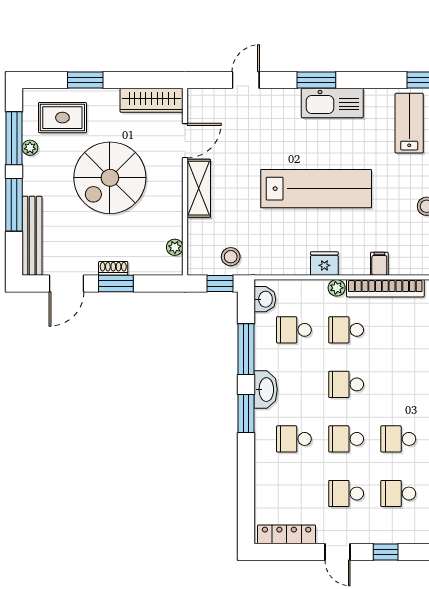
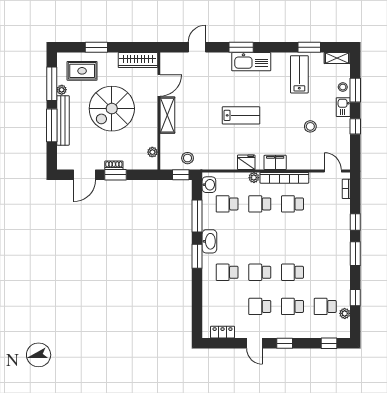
lab bench: (316, 189) -> (241, 115), width x0.54, depth x0.72
bench: (32, 236) -> (63, 120), moved
filing cabinet: (379, 264) -> (275, 162), width x2.00
school desk: (346, 384) -> (293, 204), moved
locker: (287, 534) -> (223, 332), width x0.66

